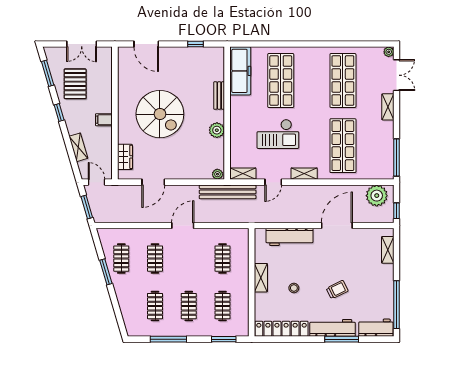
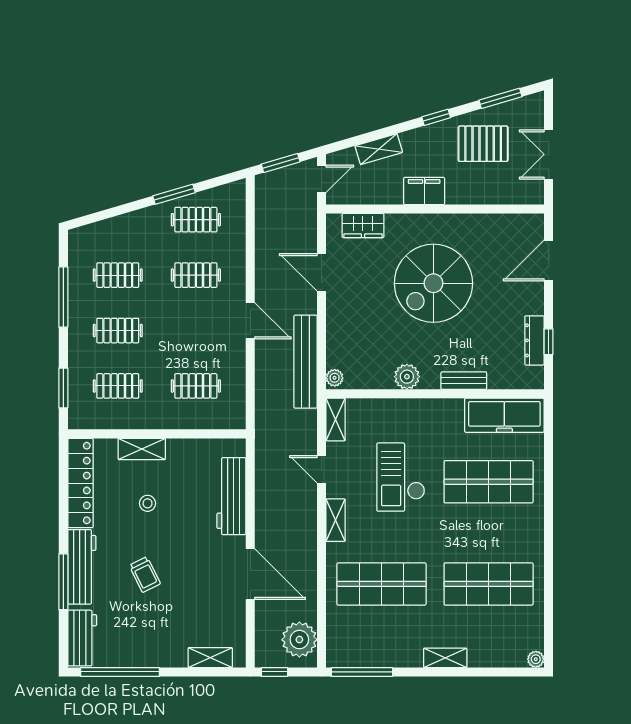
dresser: (195, 53) -> (534, 340), added
double door: (396, 75) -> (497, 672), removed
filing cabinet: (104, 120) -> (424, 191), width x2.00
bench: (228, 192) -> (305, 362), moved
shelving: (261, 278) -> (142, 449), moved

